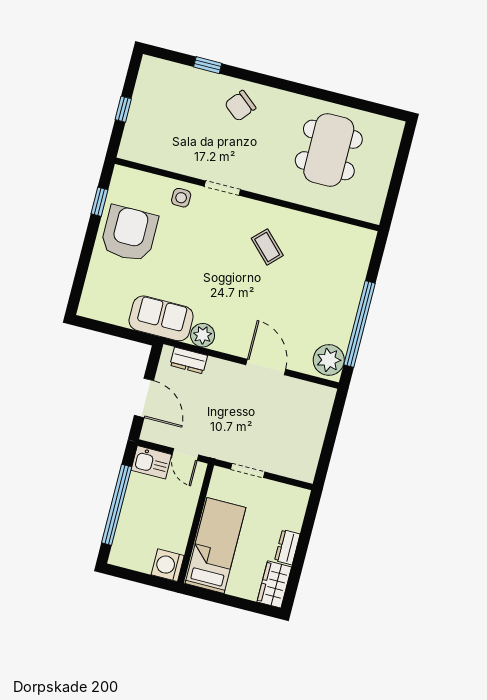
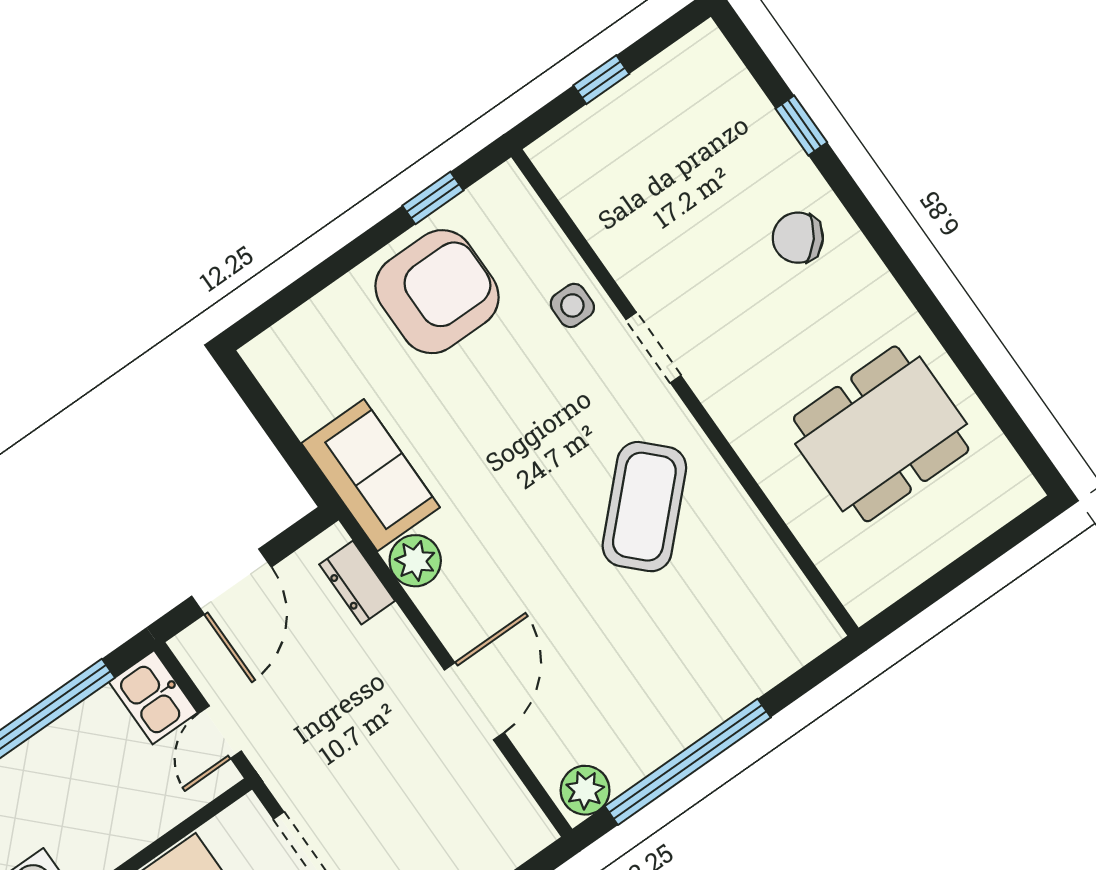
coffee table: (267, 247) -> (644, 507), width x1.86, depth x1.72
plant: (329, 360) -> (585, 790), width x0.73, depth x0.73

